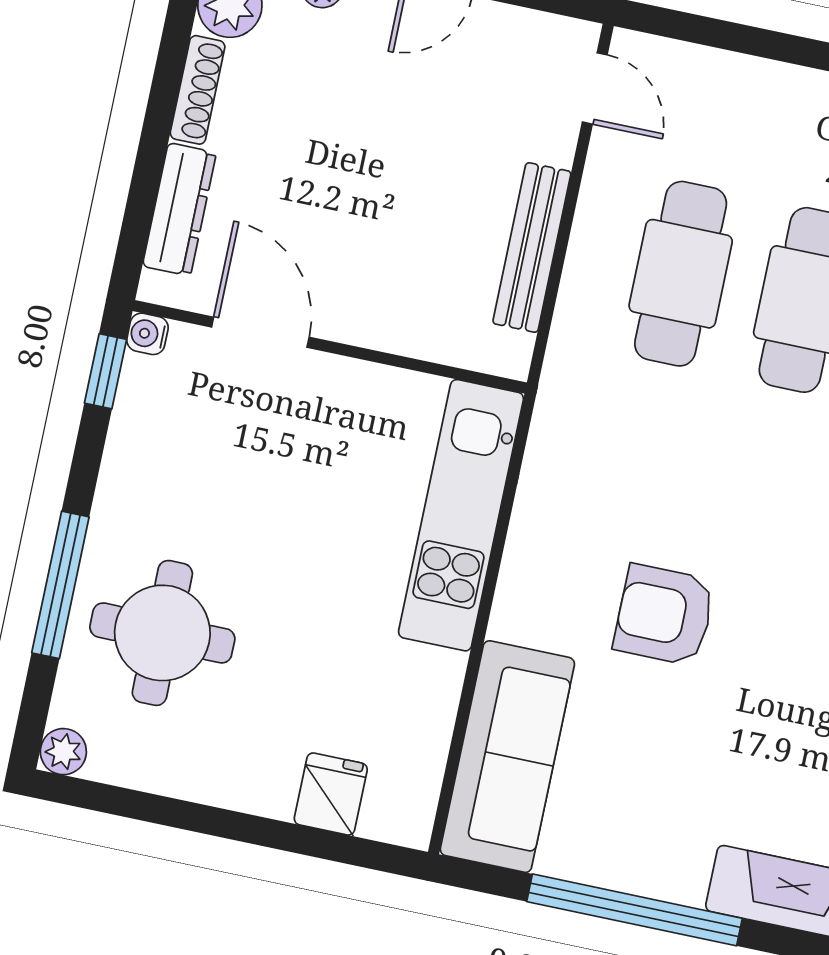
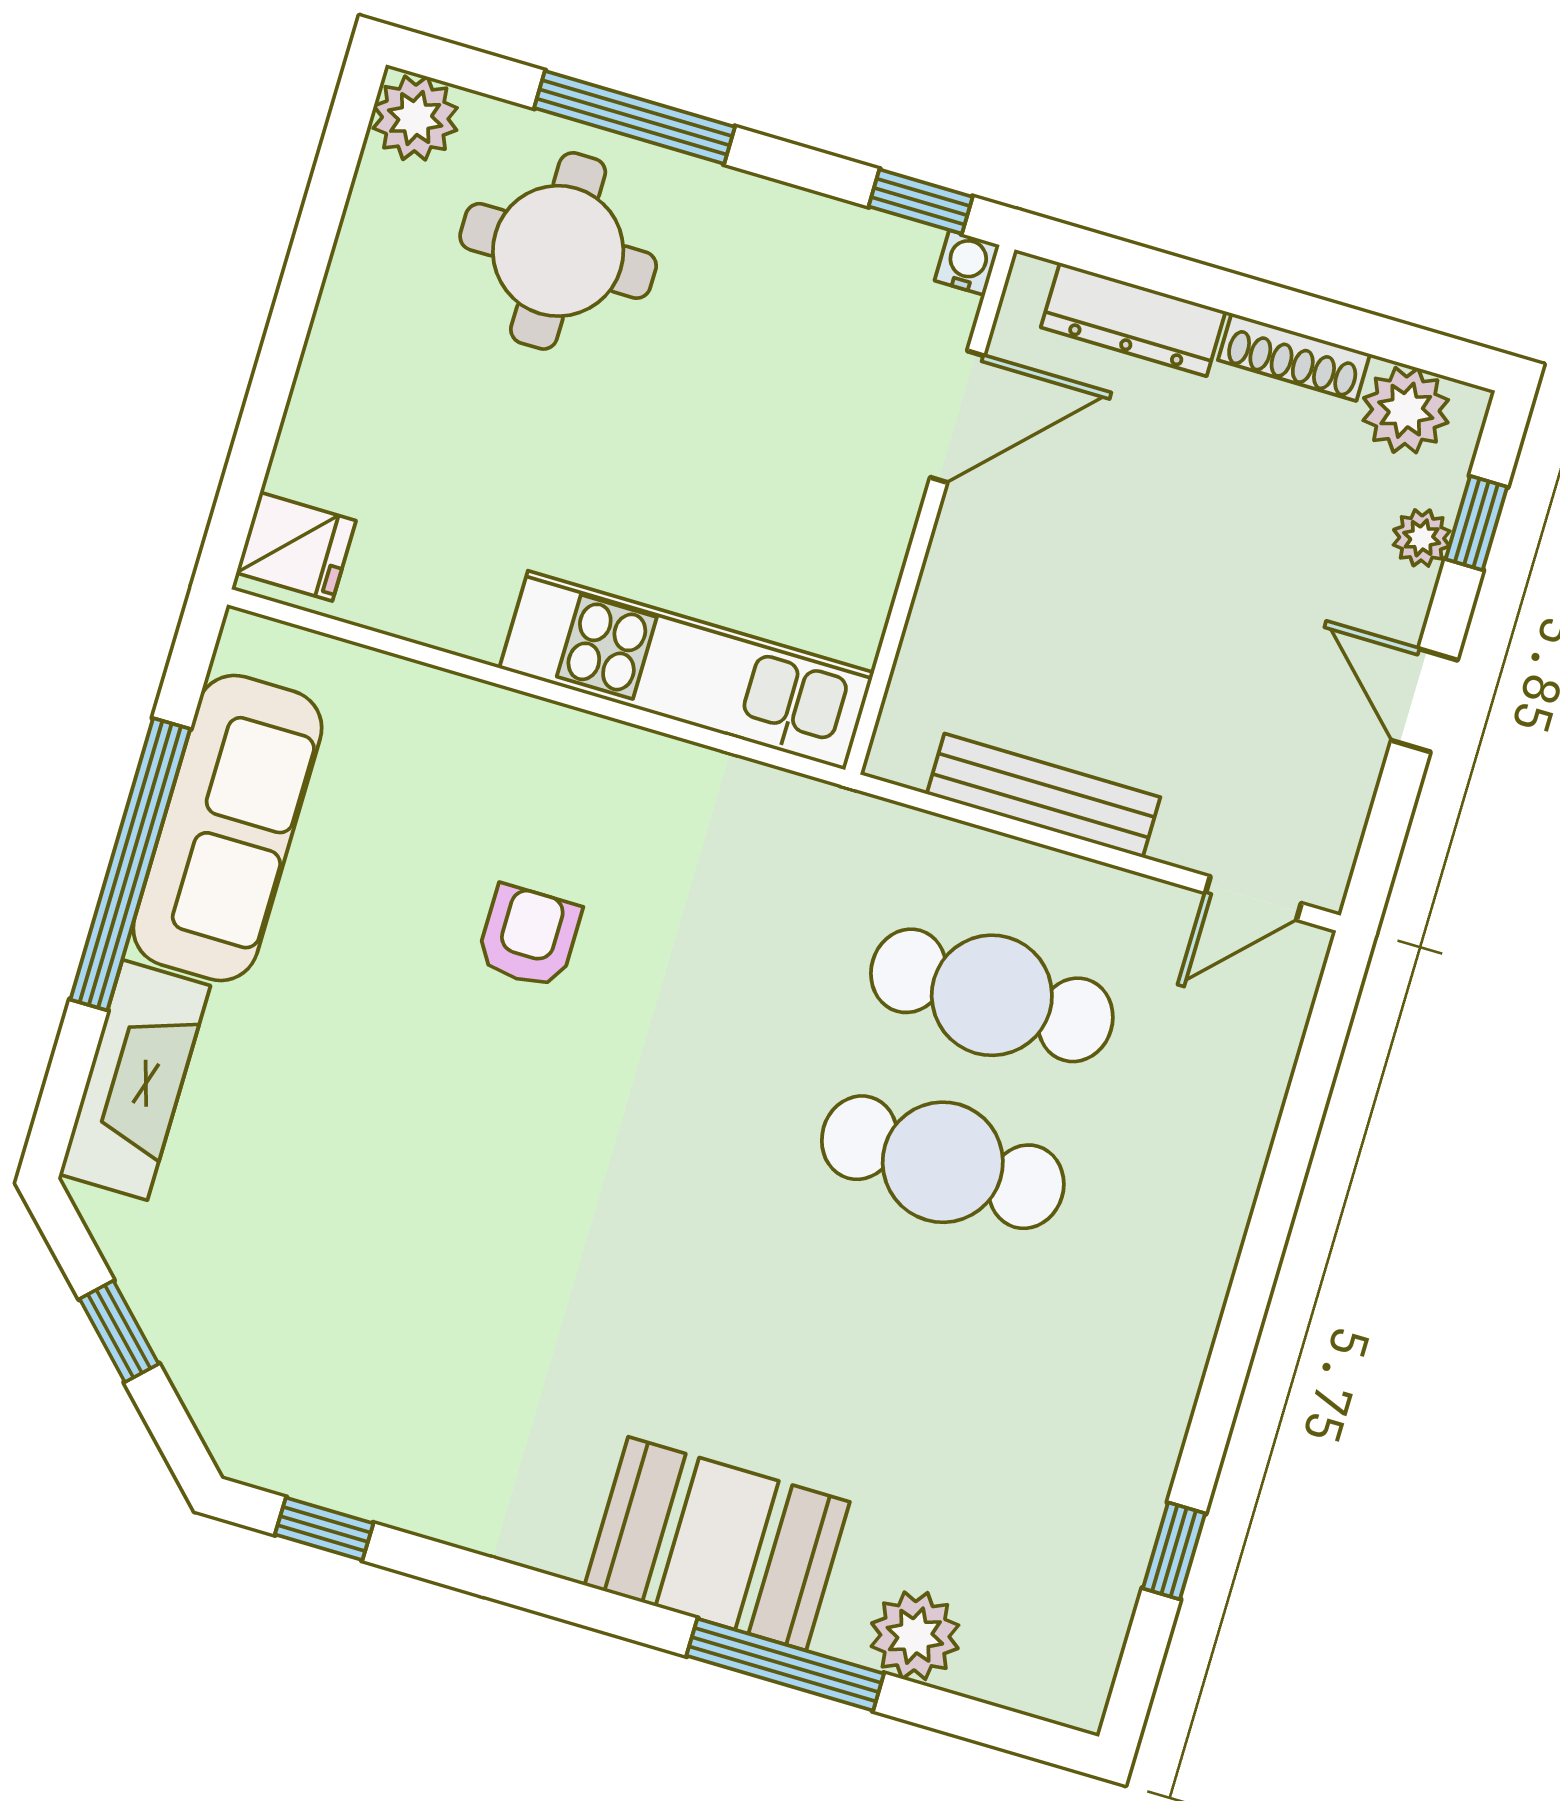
armchair: (664, 615) -> (529, 937), width x0.72, depth x0.72
plant: (63, 752) -> (415, 118), width x1.38, depth x1.38
sofa: (507, 757) -> (227, 828), moved, turned -90
fridge: (331, 794) -> (296, 547), moved

